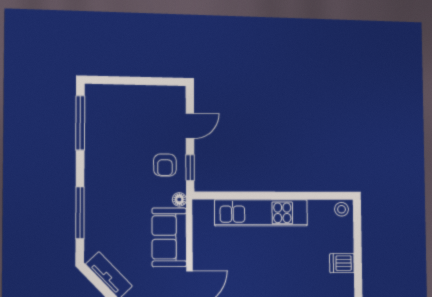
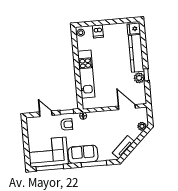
corner sofa: (112, 123) -> (48, 152), added
sofa: (169, 237) -> (83, 154), moved, turned 180
dishwasher: (342, 263) -> (98, 31), moved

